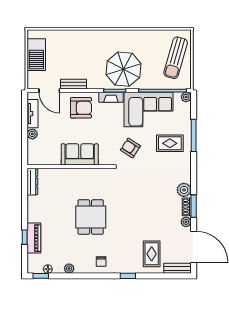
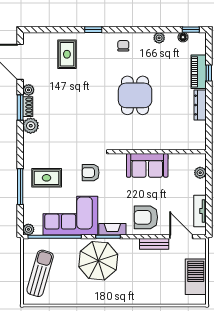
plant: (32, 134) -> (200, 173), moved
armchair: (130, 148) -> (91, 173), turned 147
dresser: (32, 182) -> (200, 105), moved
bench: (177, 268) -> (38, 38), removed

